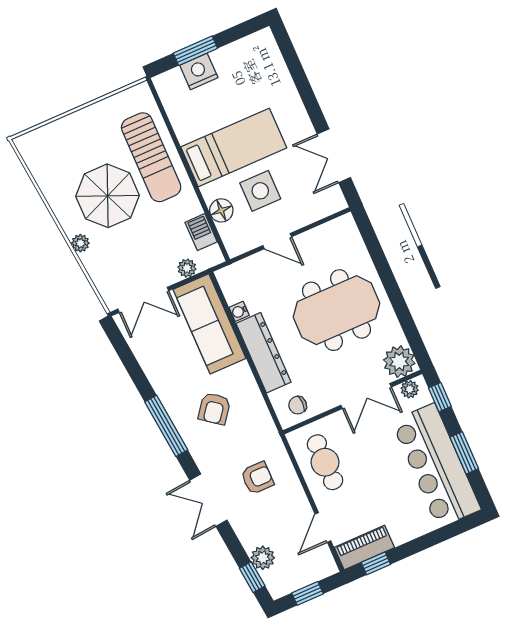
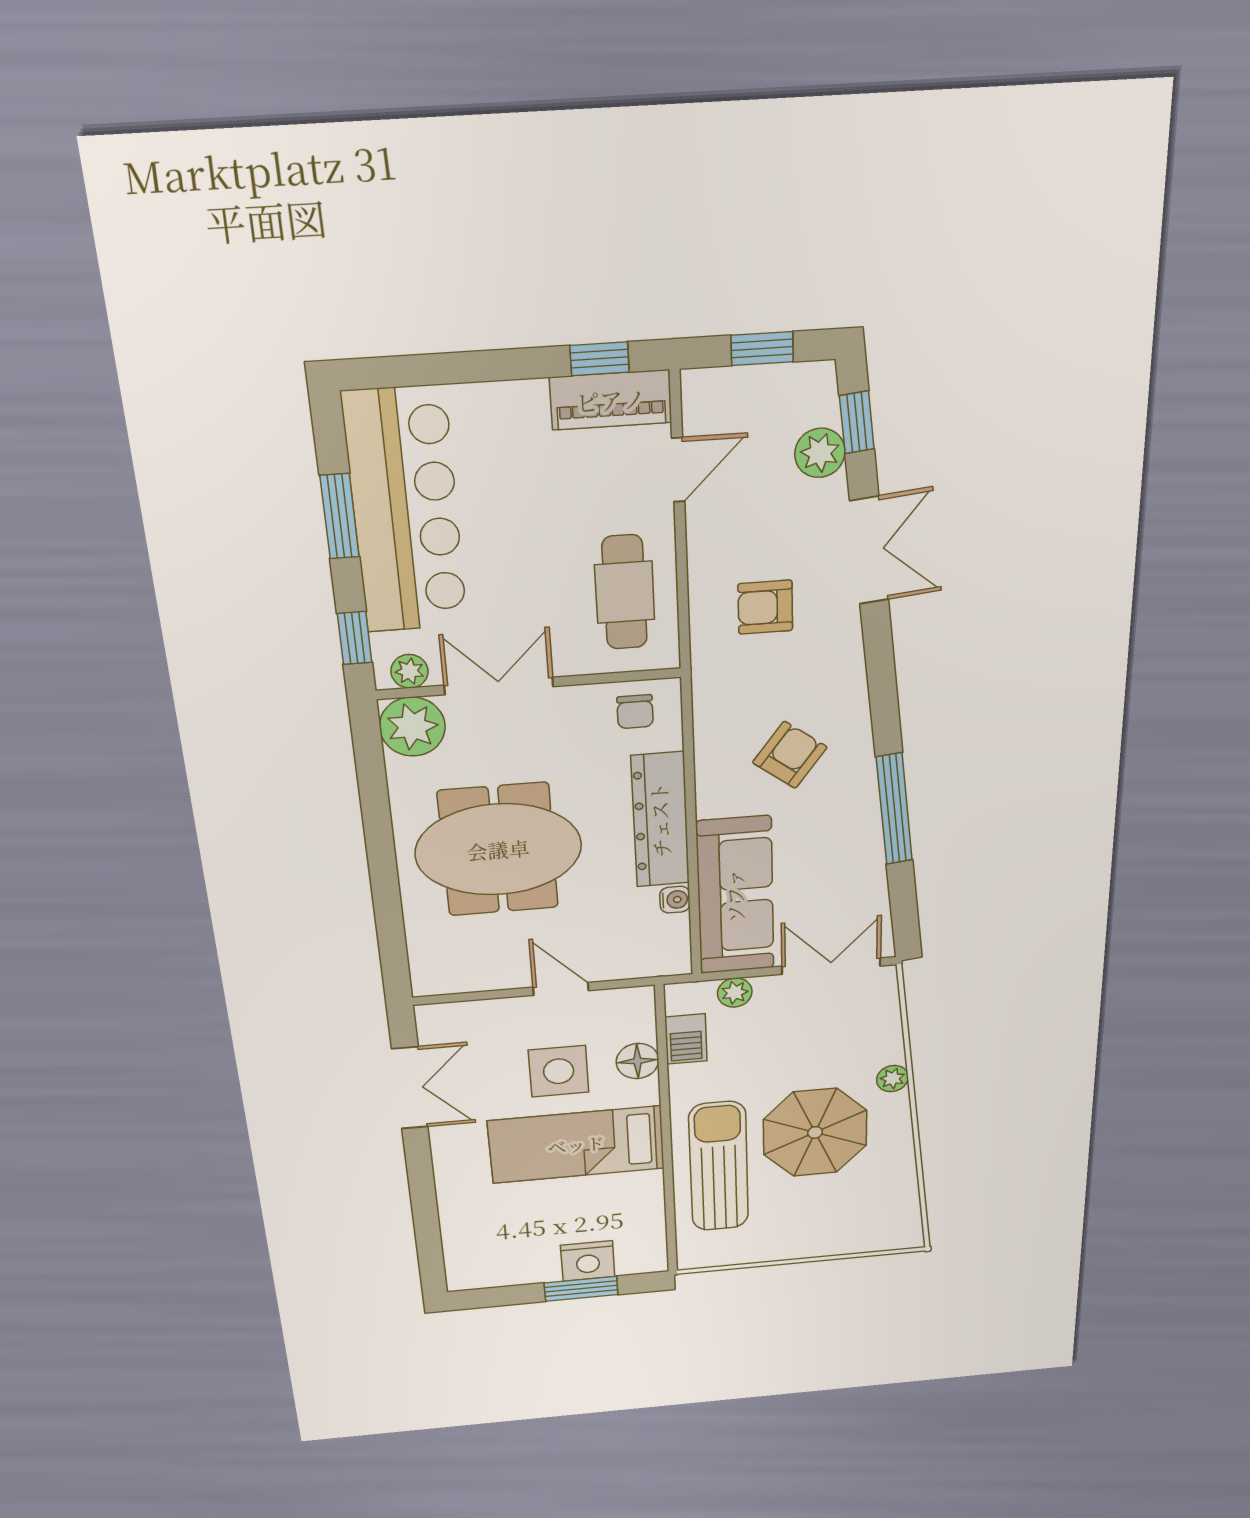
chair: (298, 405) -> (635, 712), turned 90
window: (166, 426) -> (894, 809), moved
double door: (208, 500) -> (869, 551), moved

